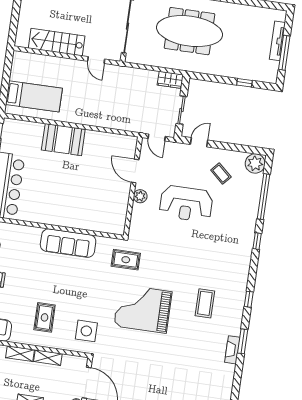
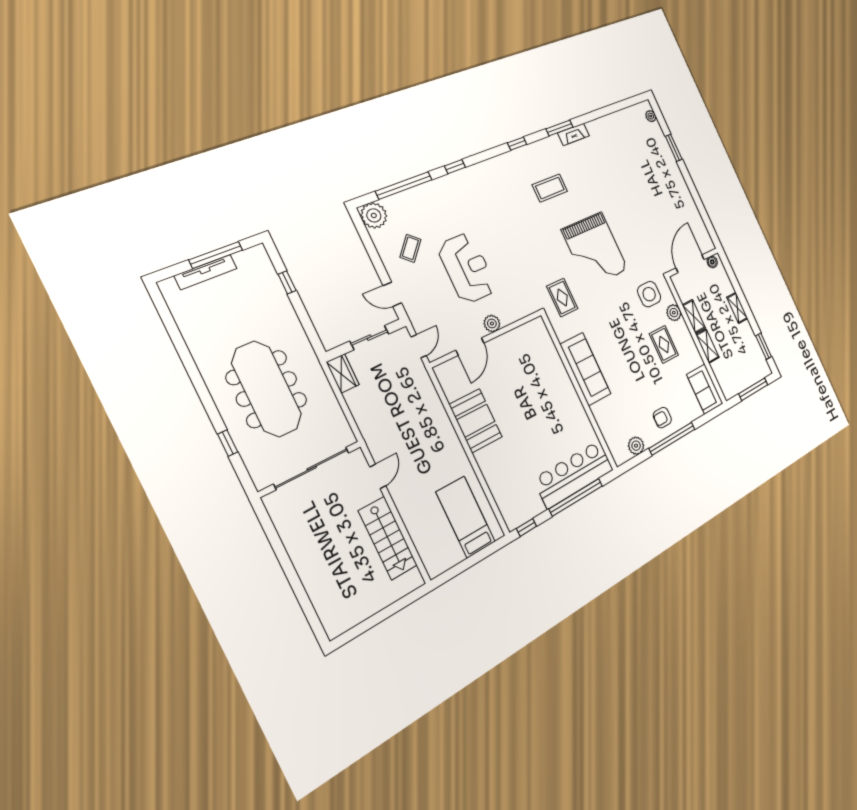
booth: (63, 140) -> (476, 421), moved
rug: (45, 317) -> (664, 344), turned 90
plant: (61, 342) -> (674, 313), added

